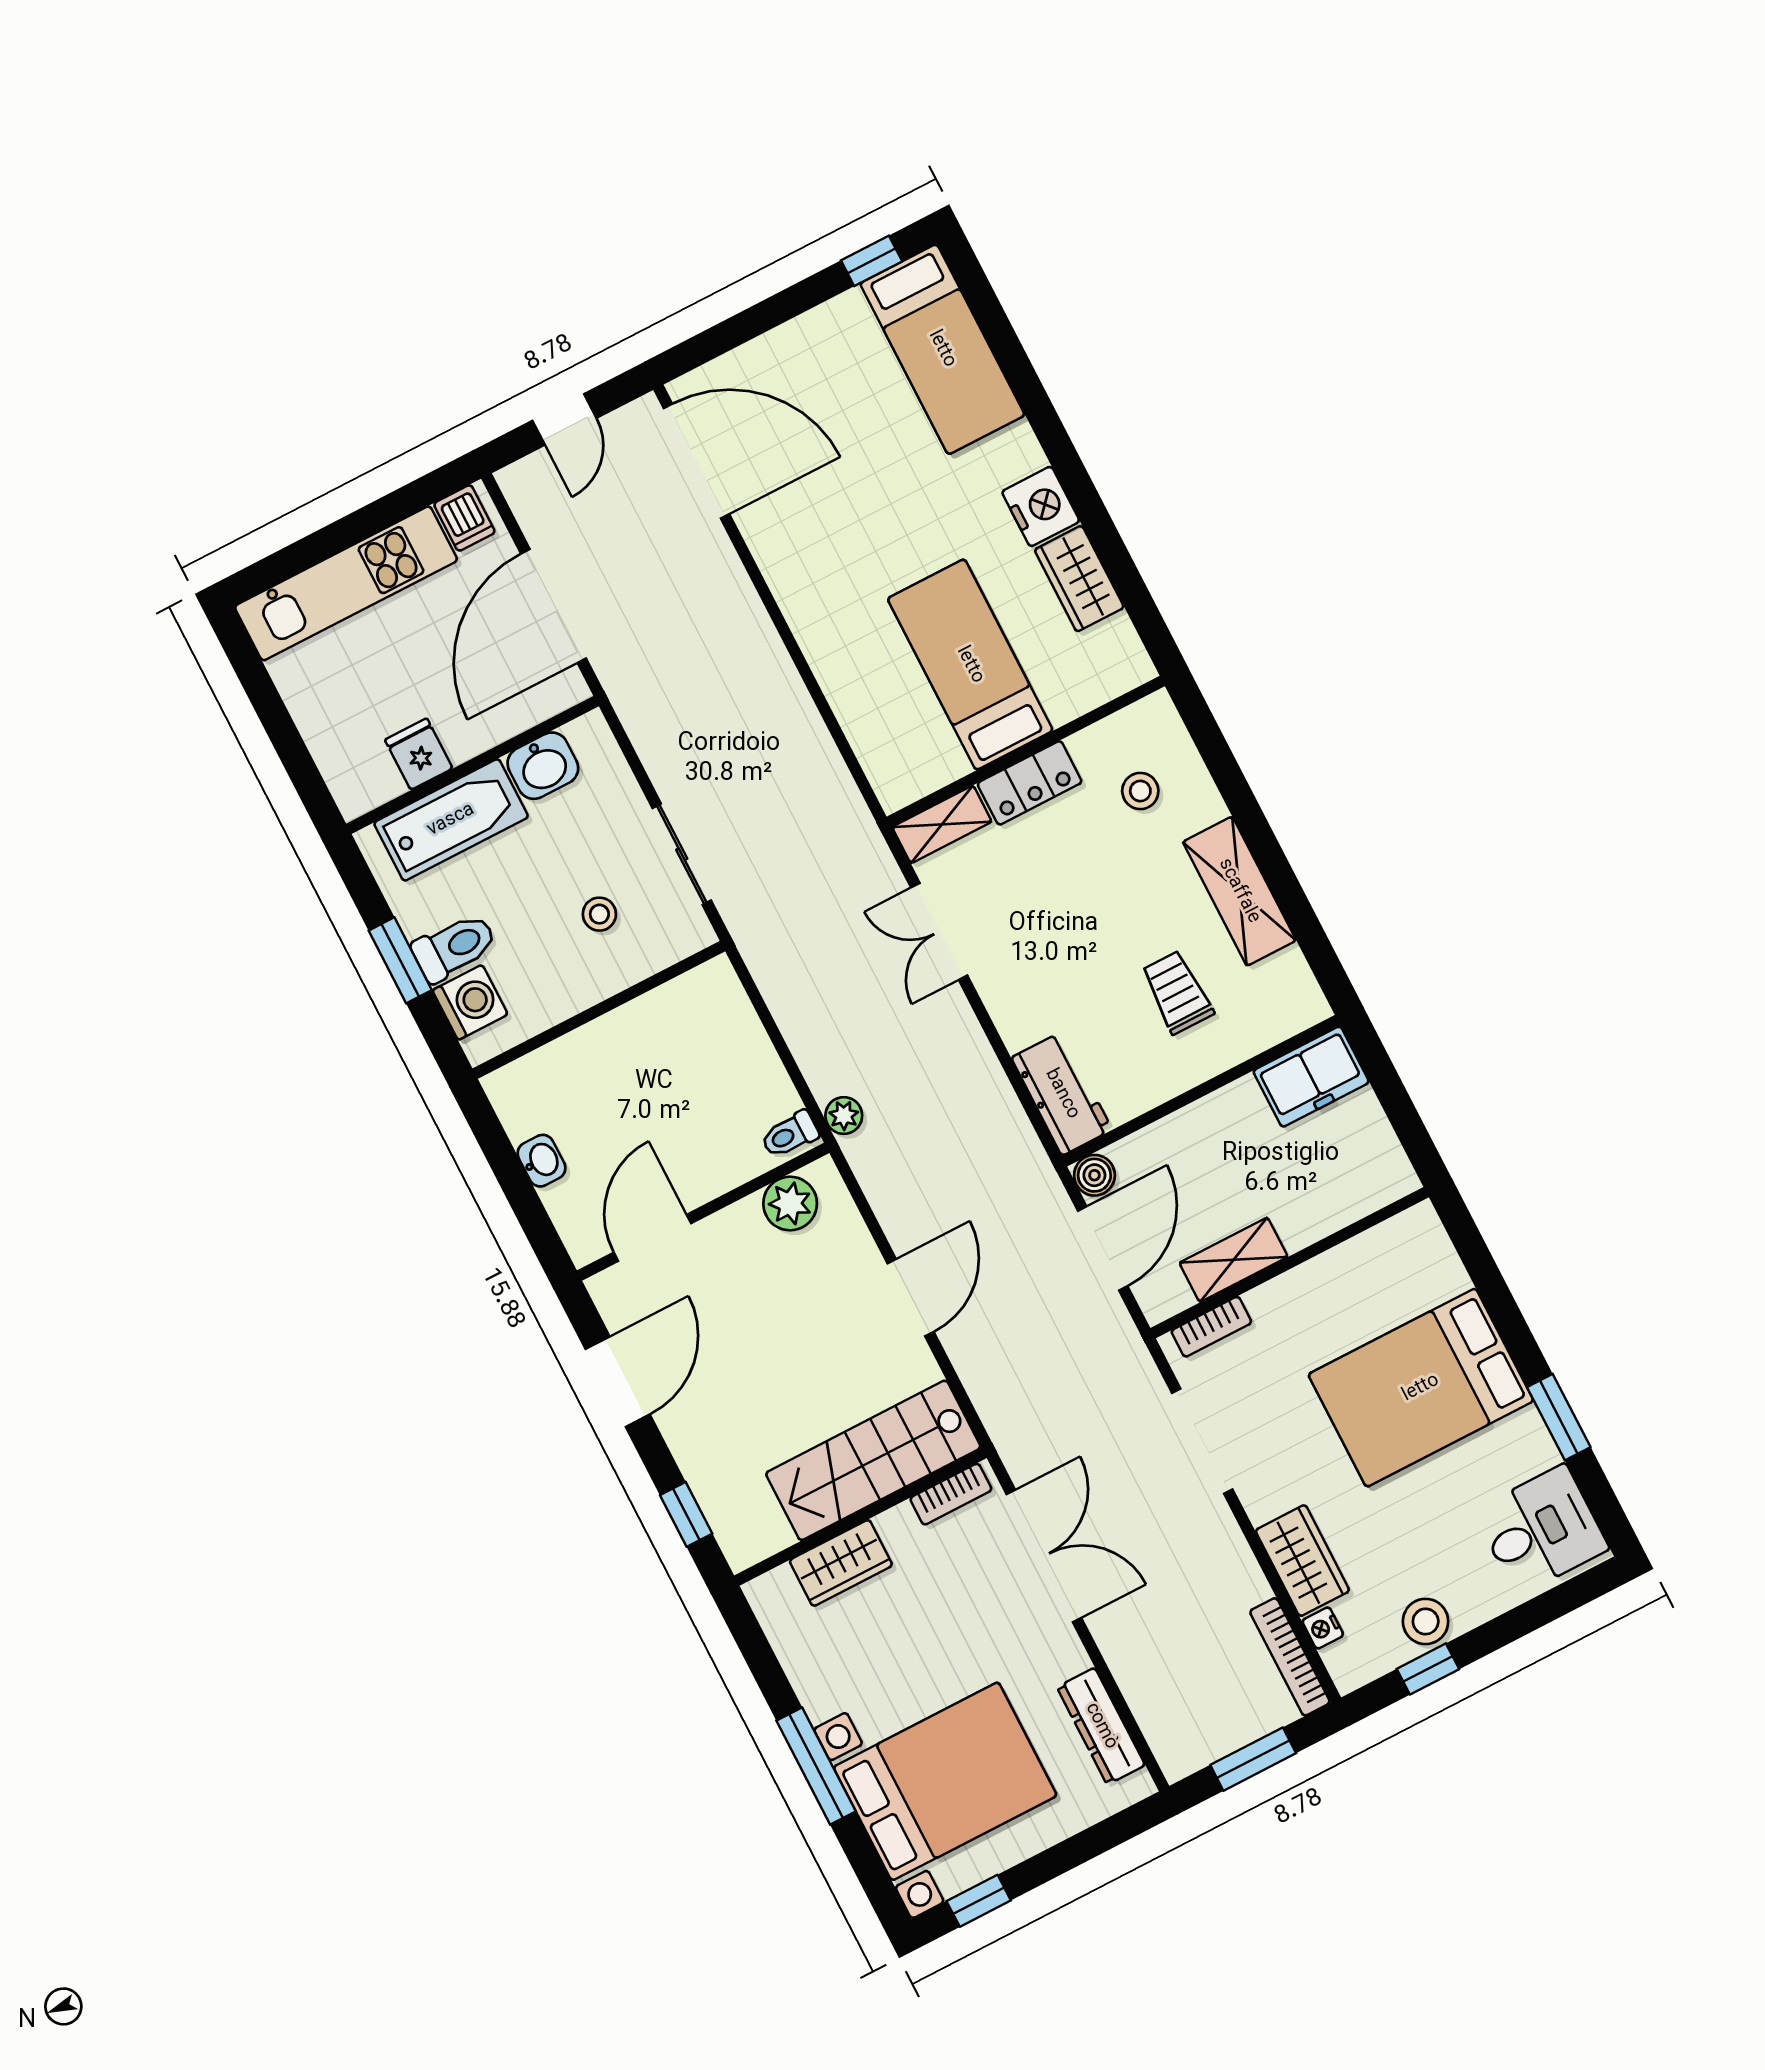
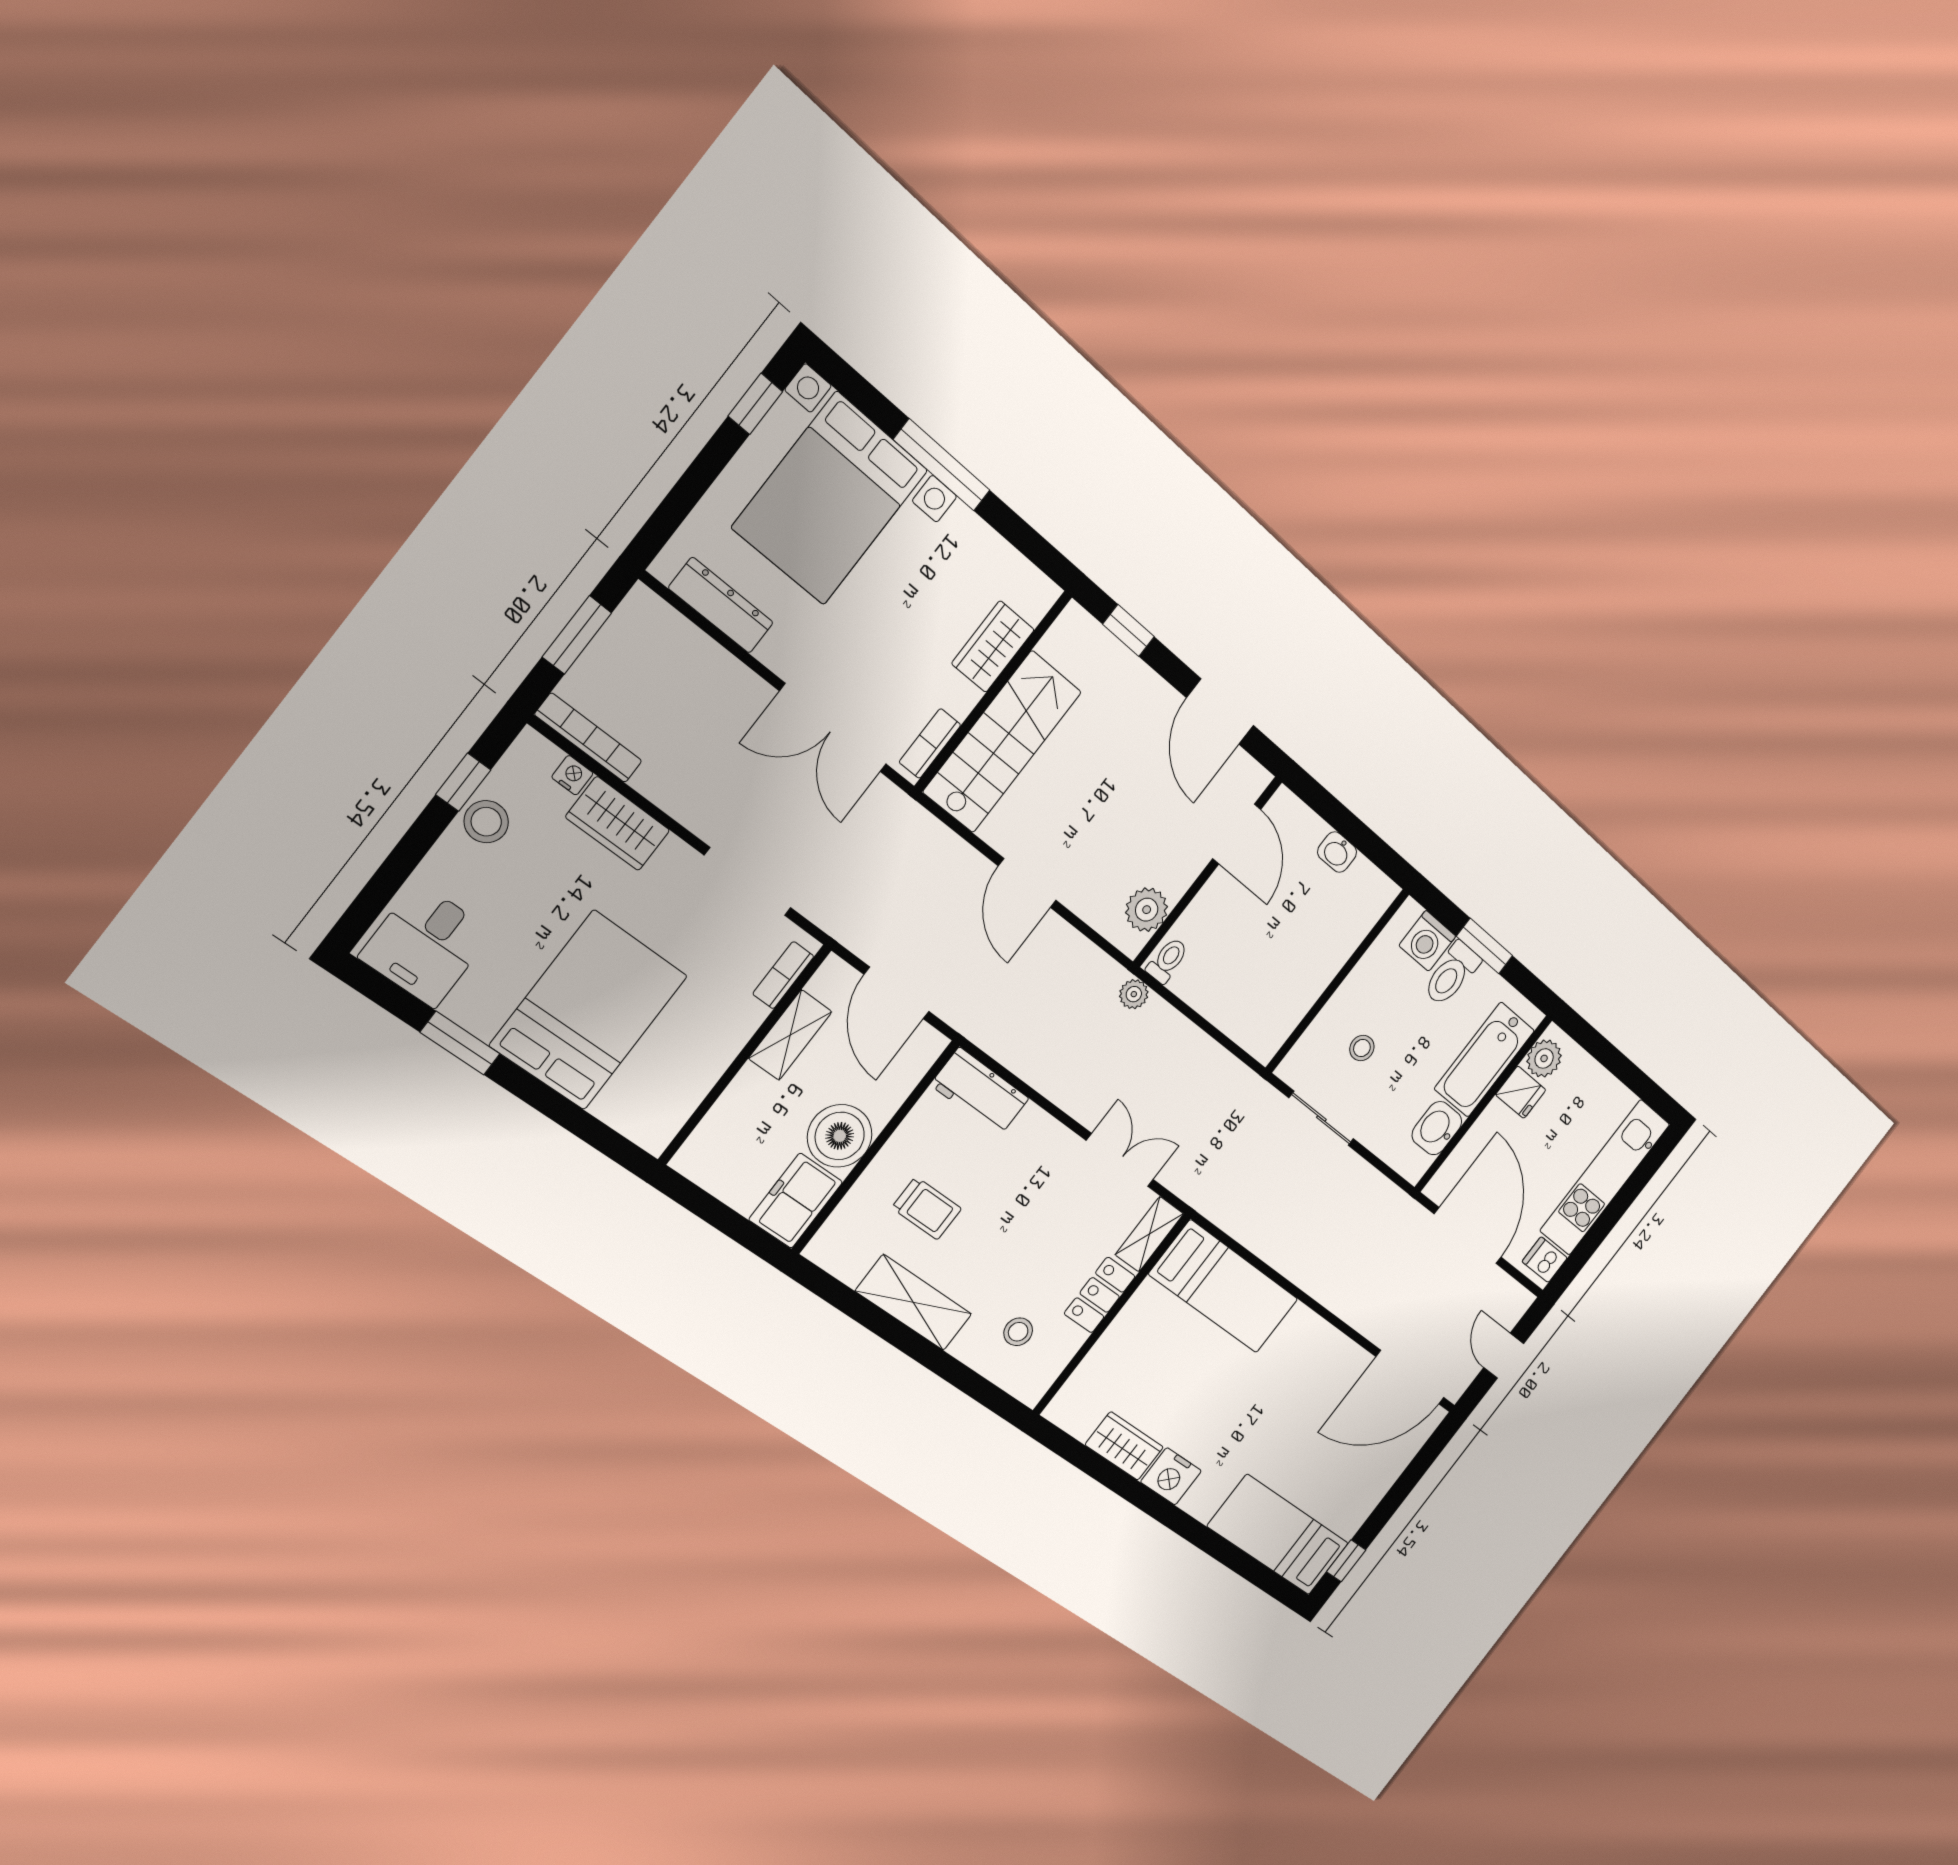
bed: (970, 665) -> (1224, 1287), moved
plant: (373, 781) -> (1544, 1058), added
boiler: (1094, 1175) -> (840, 1136), moved, width x1.86, depth x1.86

